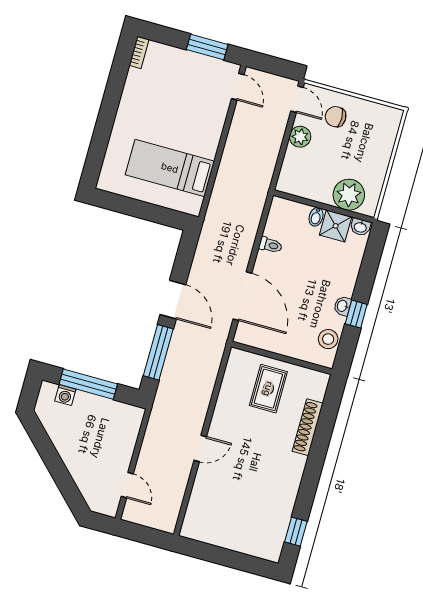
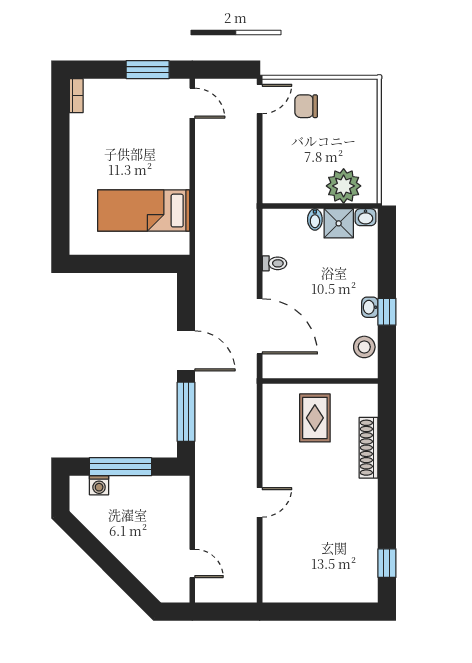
door: (297, 99) -> (260, 99), hinge flipped
plant: (300, 137) -> (274, 138), removed

